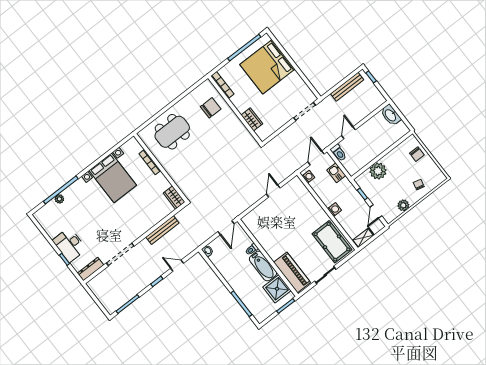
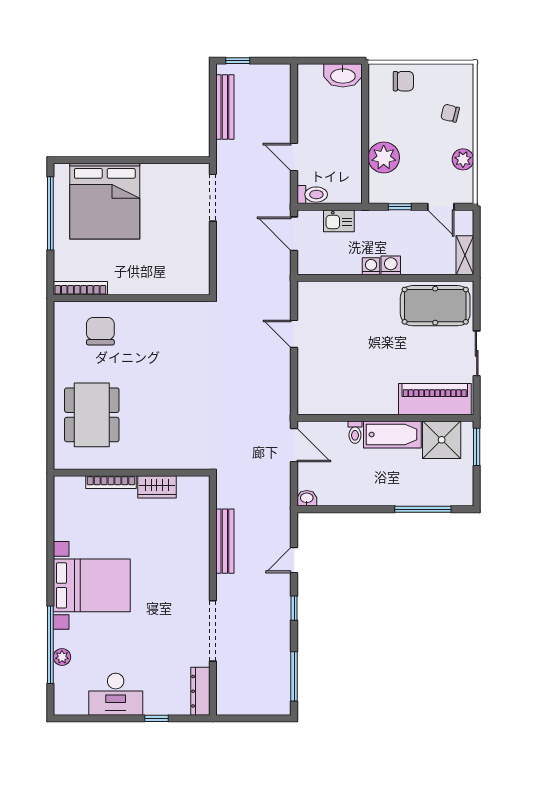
washbasin: (391, 115) -> (343, 75), moved
wardrobe: (252, 119) -> (164, 284), removed
washing machine: (308, 177) -> (371, 266), moved
bed with nightstands: (113, 178) -> (92, 585), moved
wardrobe: (174, 197) -> (157, 487), moved
desk: (70, 245) -> (116, 694), moved

